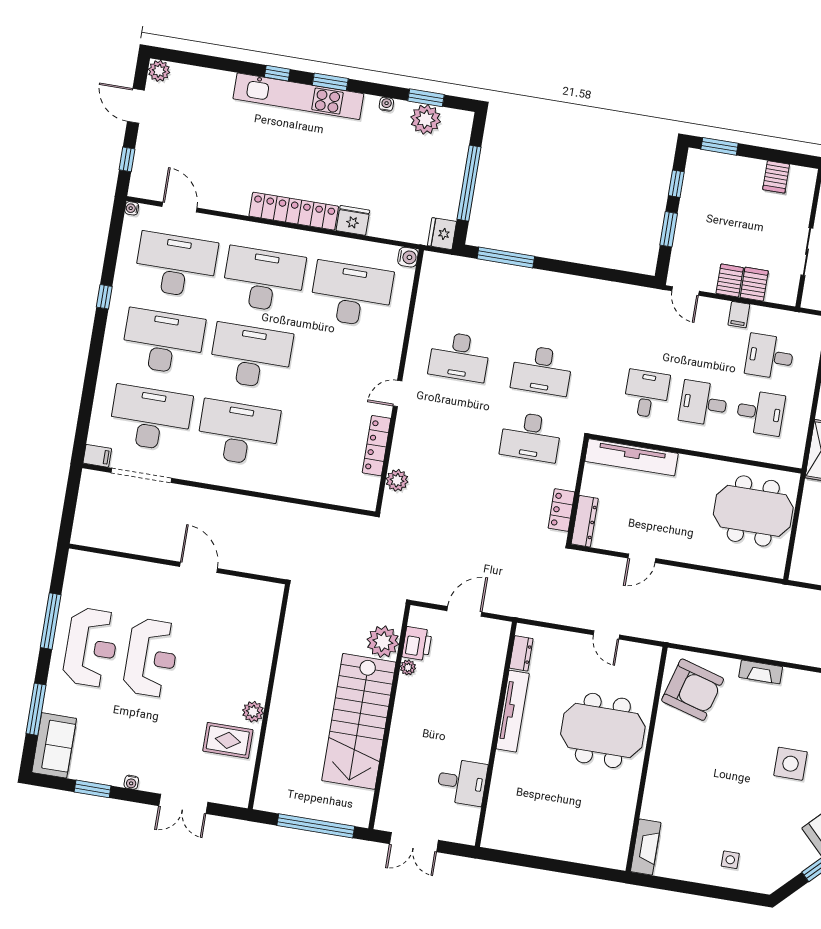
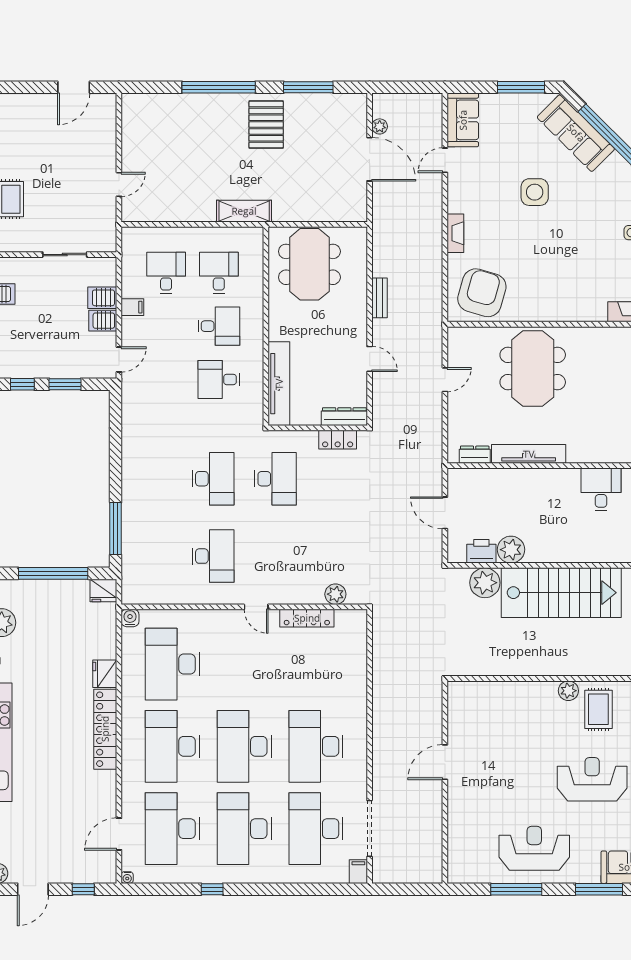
desk: (770, 357) -> (166, 273), turned 180
desk: (703, 403) -> (219, 326), turned -90
bench: (705, 580) -> (379, 298), added
reception desk: (151, 658) -> (592, 779), moved
plant: (408, 667) -> (511, 550), width x1.88, depth x1.88

